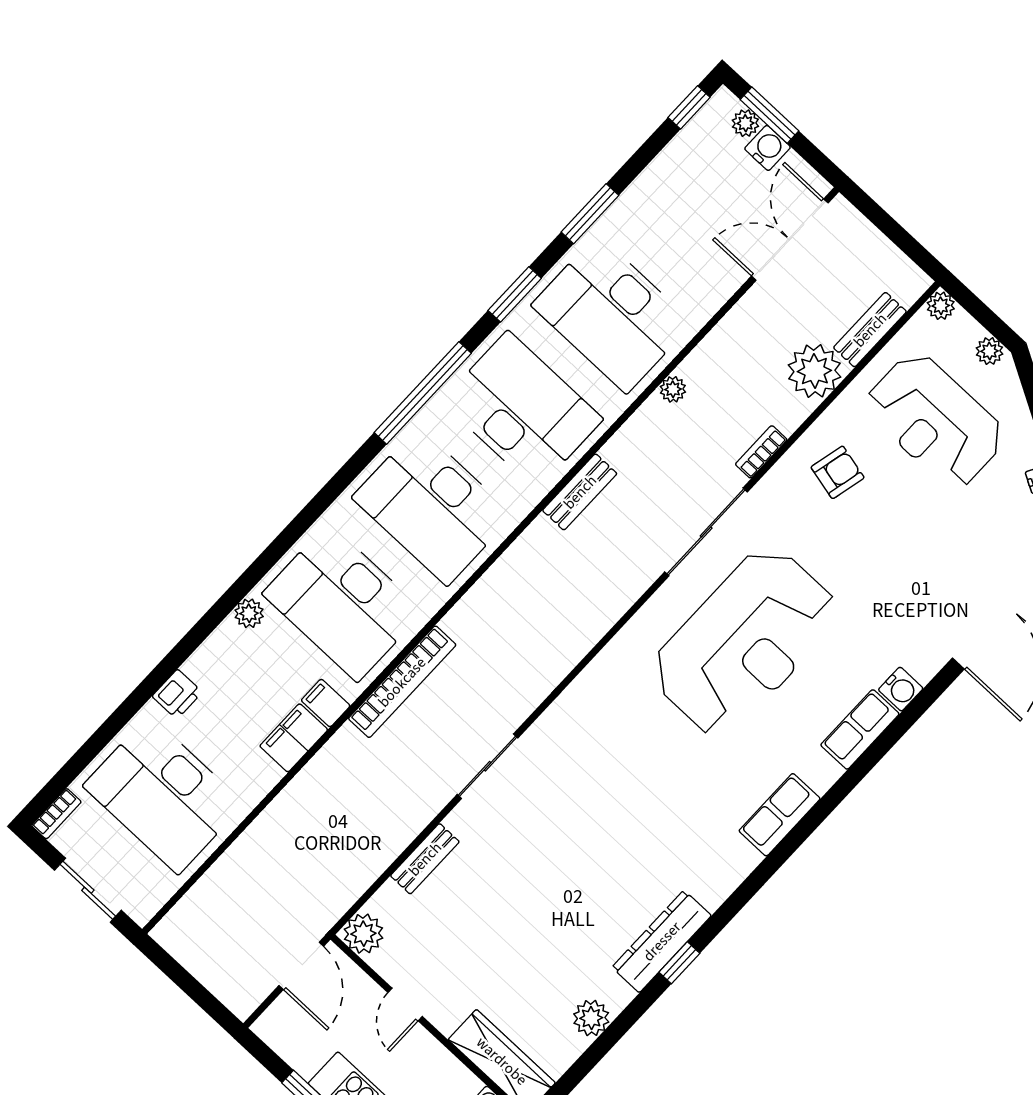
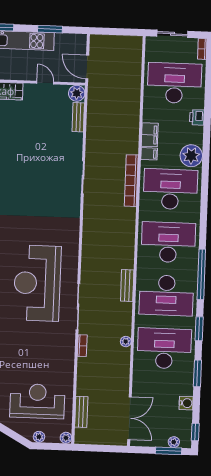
water cooler: (768, 148) -> (186, 403), moved, turned -90
plant: (814, 371) -> (87, 384), removed
armchair: (838, 472) -> (53, 360), removed
plant: (249, 613) -> (191, 156), width x1.87, depth x1.87
bench: (425, 859) -> (78, 117), moved

